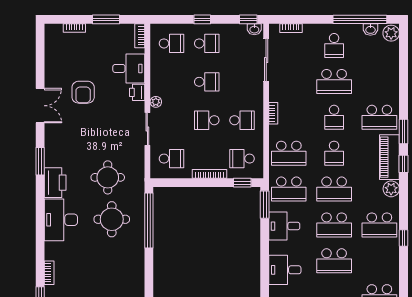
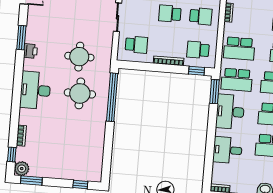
printer: (55, 183) -> (30, 51), width x0.53, depth x0.68
desk: (284, 226) -> (230, 112), width x1.37

